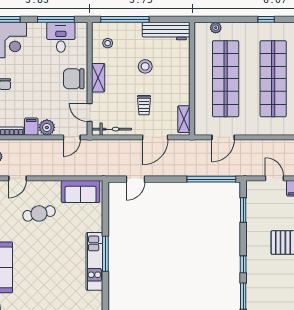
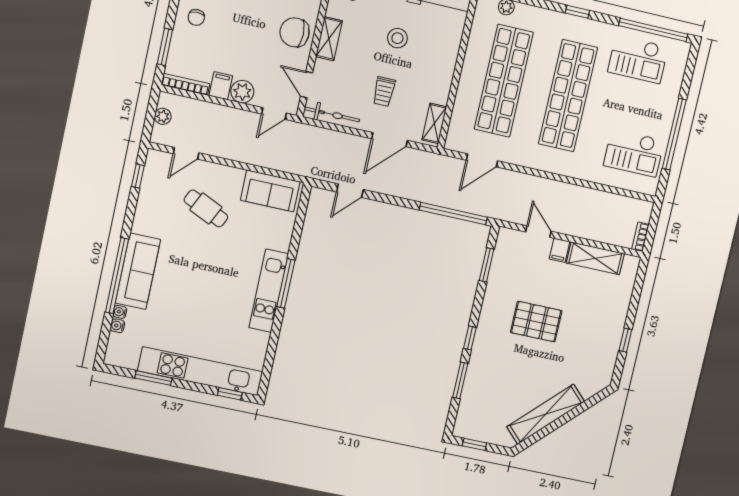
cafe table: (39, 213) -> (206, 208), turned 37

